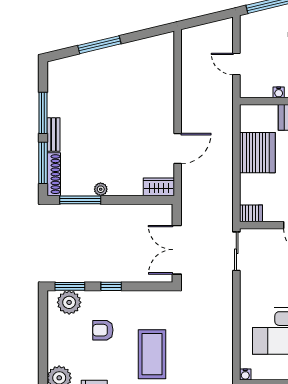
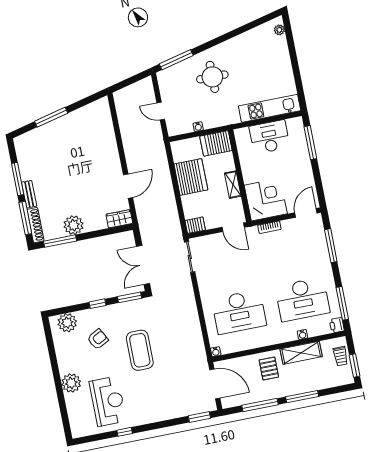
plant: (101, 189) -> (73, 225), width x1.87, depth x1.87
window: (70, 286) -> (130, 297), moved
armchair: (103, 330) -> (98, 339), turned 152

